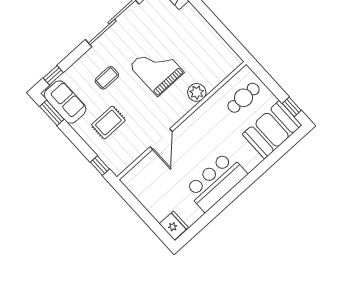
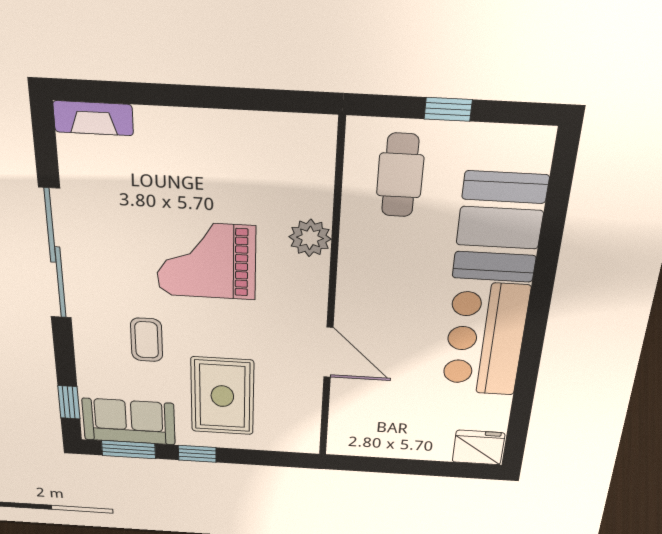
window: (292, 107) -> (448, 109), moved
rug: (108, 123) -> (222, 396), width x1.36, depth x1.43
booth: (272, 130) -> (500, 228), moved
window: (100, 166) -> (197, 454), moved

